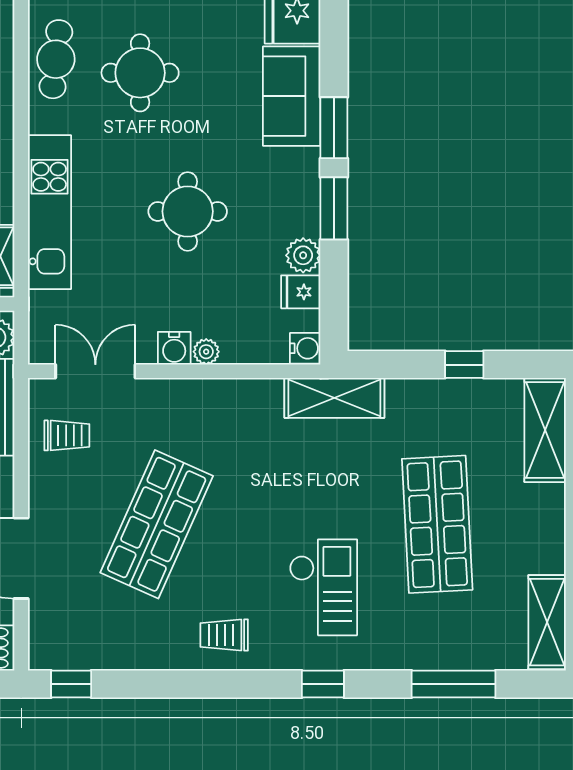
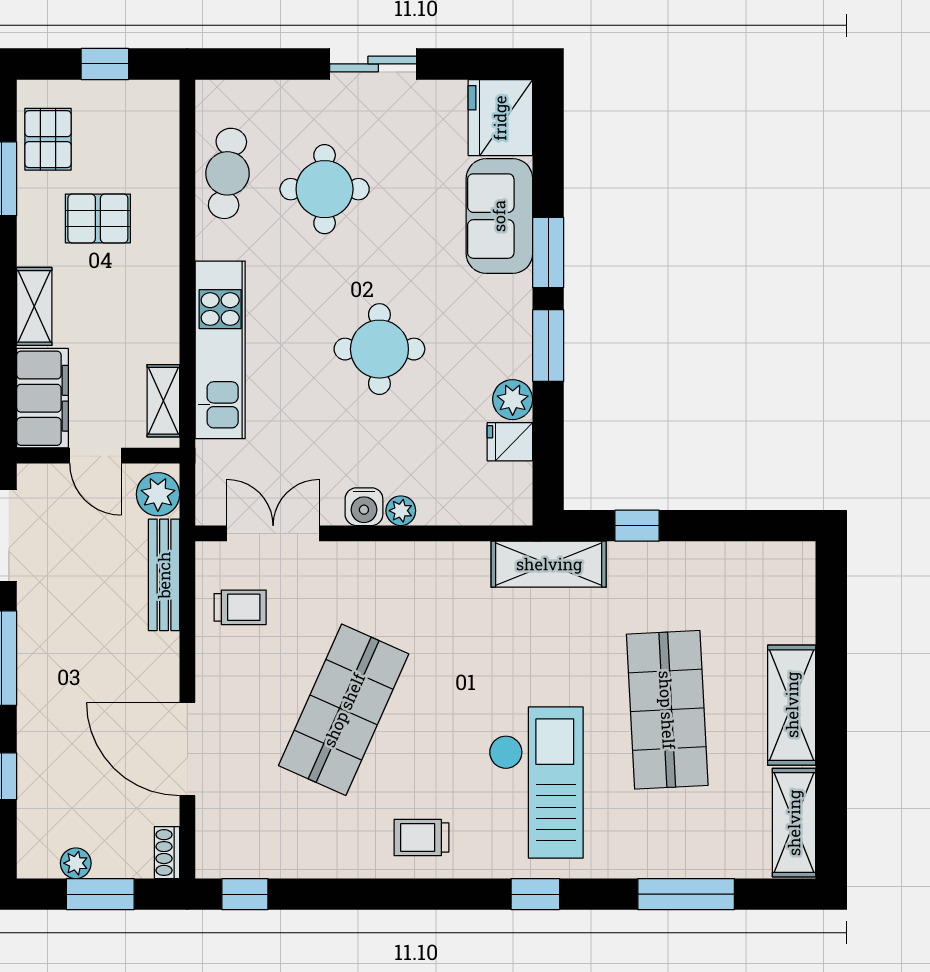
water cooler: (305, 348) -> (515, 507), removed
window: (464, 365) -> (637, 526), moved
shelving: (545, 430) -> (792, 705), moved
checkout: (323, 587) -> (536, 782), width x1.36, depth x1.21

